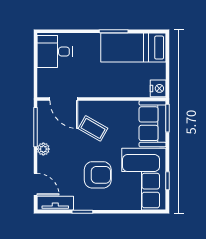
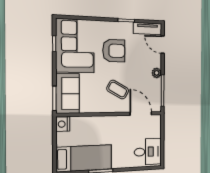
armchair: (98, 175) -> (114, 51), turned 180

